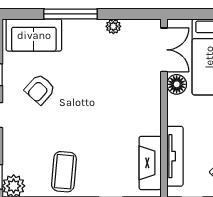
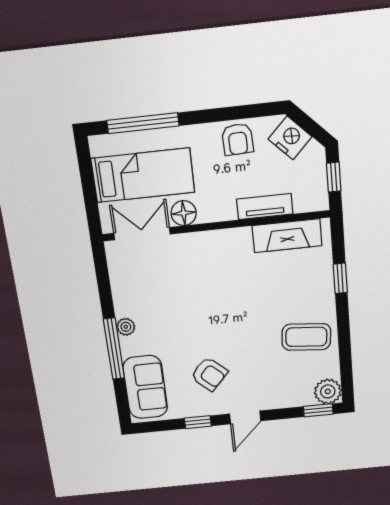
plant: (113, 26) -> (126, 327), moved
tv unit: (175, 156) -> (265, 207), width x0.71

